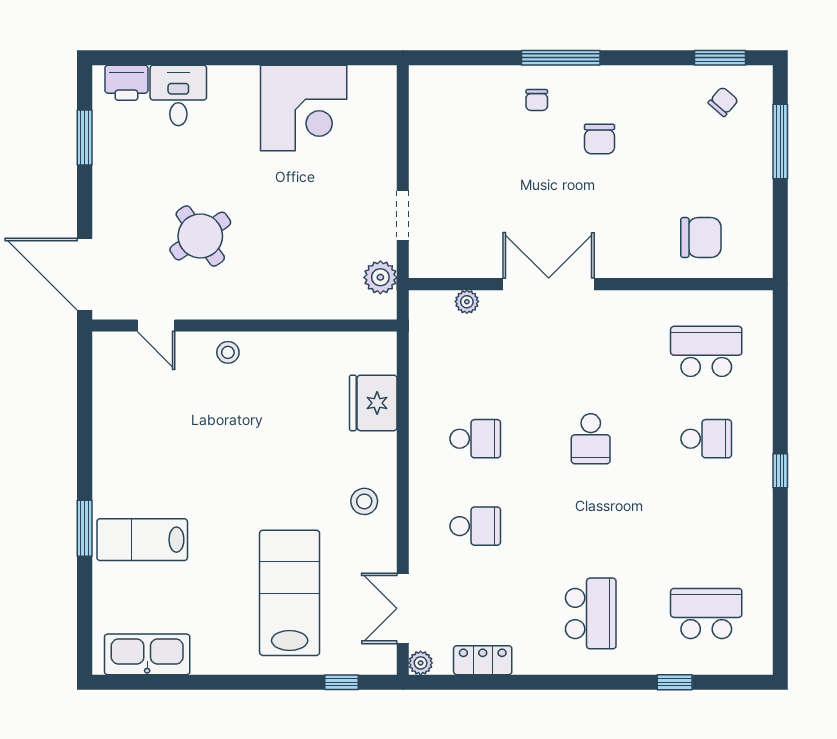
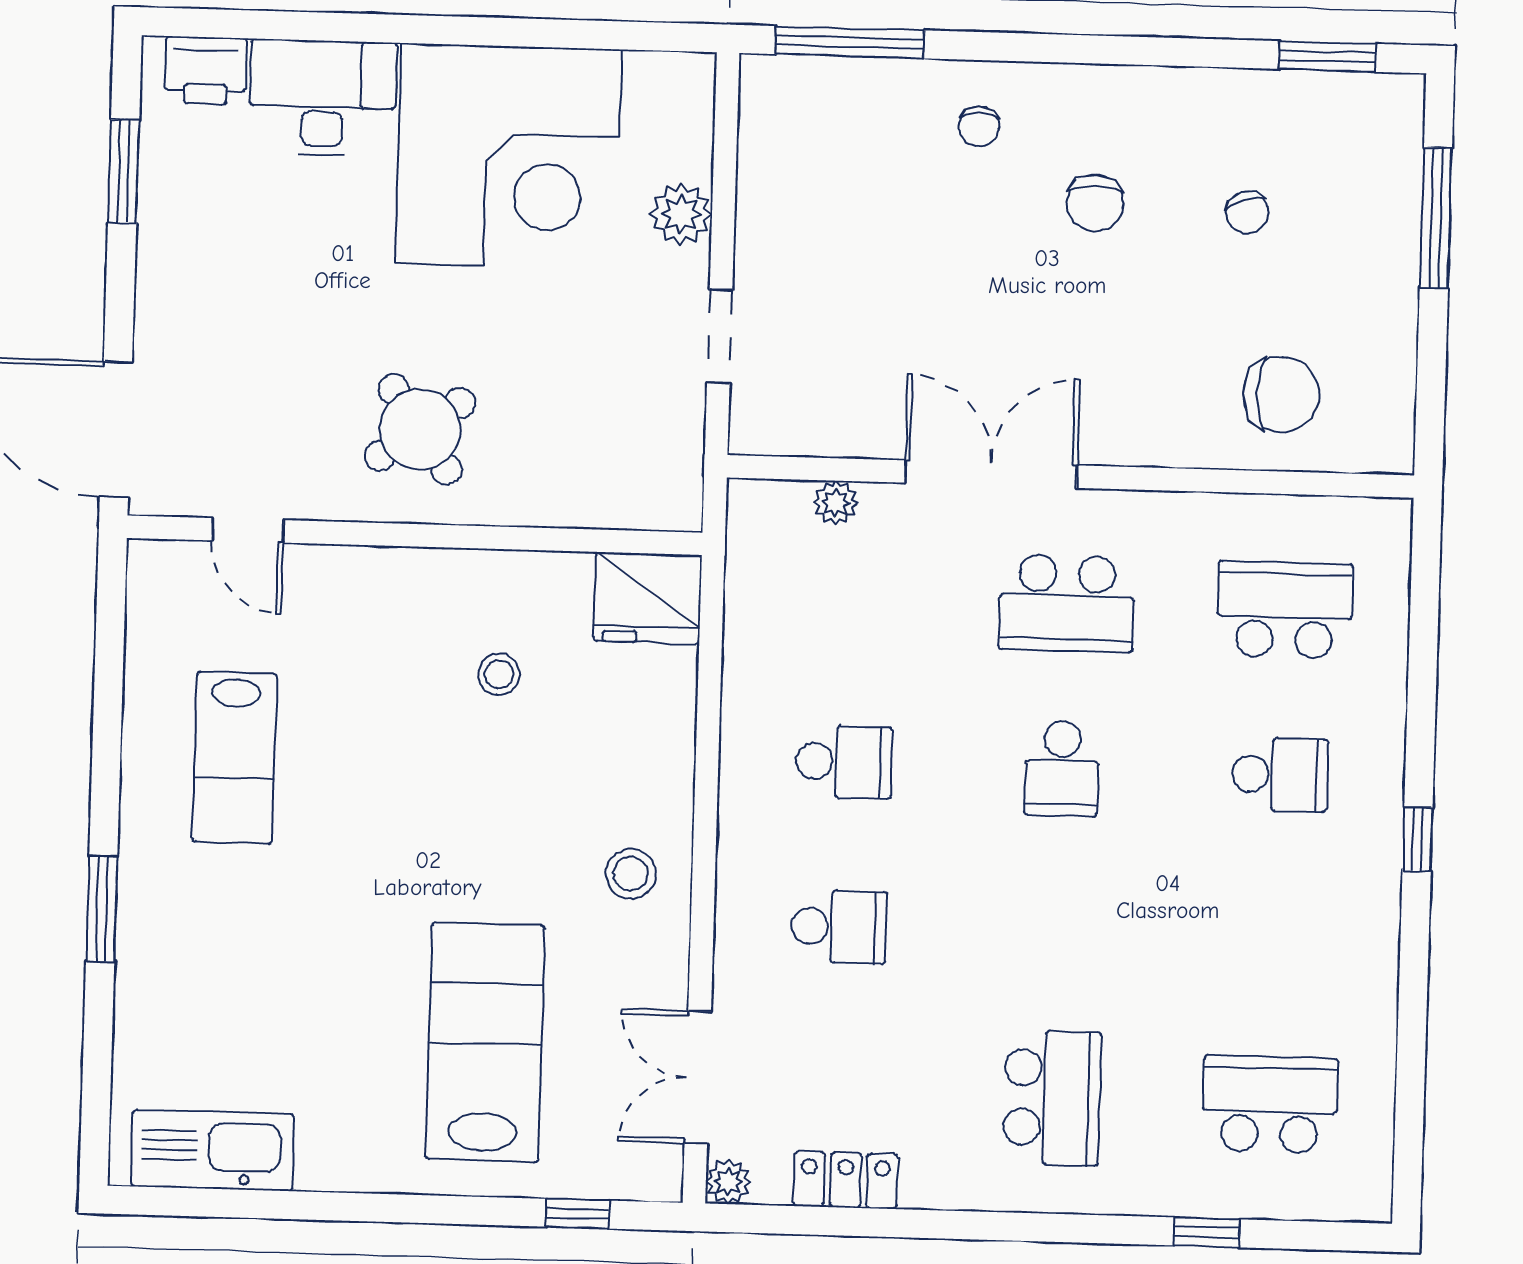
window: (561, 58) -> (850, 42), moved
desk: (178, 95) -> (323, 98), width x1.37
chair: (723, 102) -> (1247, 213), moved, turned 120
corner desk: (304, 108) -> (509, 156), width x1.36, depth x1.36
round table: (200, 236) -> (420, 429), moved
plant: (380, 277) -> (681, 214), moved
school desk: (591, 351) -> (1067, 603), added
stool: (228, 352) -> (499, 674), moved
fridge: (373, 403) -> (648, 598), moved, turned -90
lab bench: (142, 540) -> (234, 758), moved, turned -90

